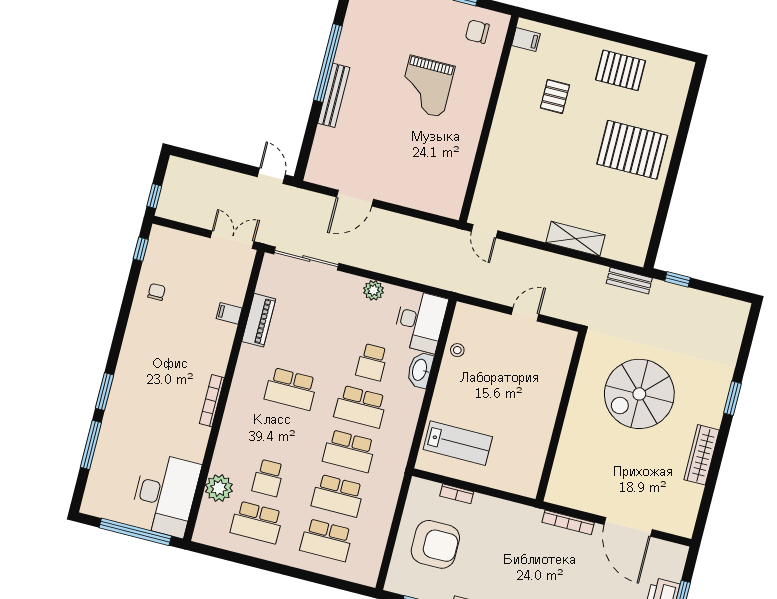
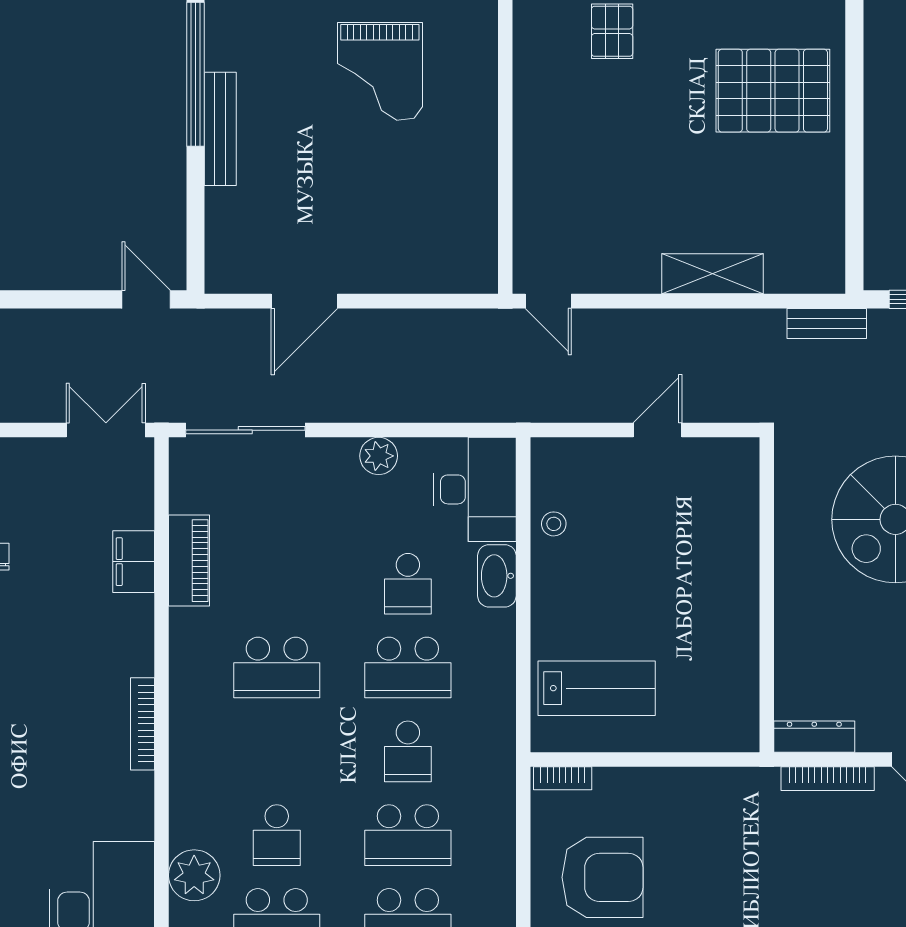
filing cabinet: (229, 313) -> (134, 562), width x2.00
school desk: (349, 451) -> (408, 751), width x0.54
bookcase: (457, 494) -> (563, 778), moved
dresser: (567, 498) -> (814, 737), added

